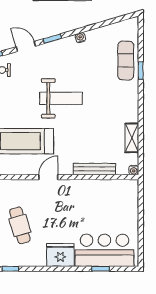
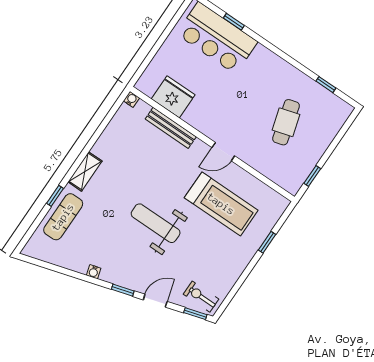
door: (26, 46) -> (155, 301), swing flipped
shelving: (132, 138) -> (85, 171), moved
fridge: (60, 255) -> (173, 97), moved, turned 180

